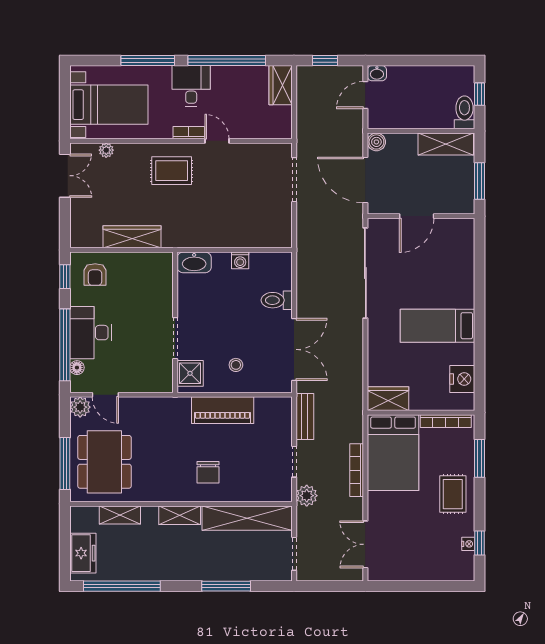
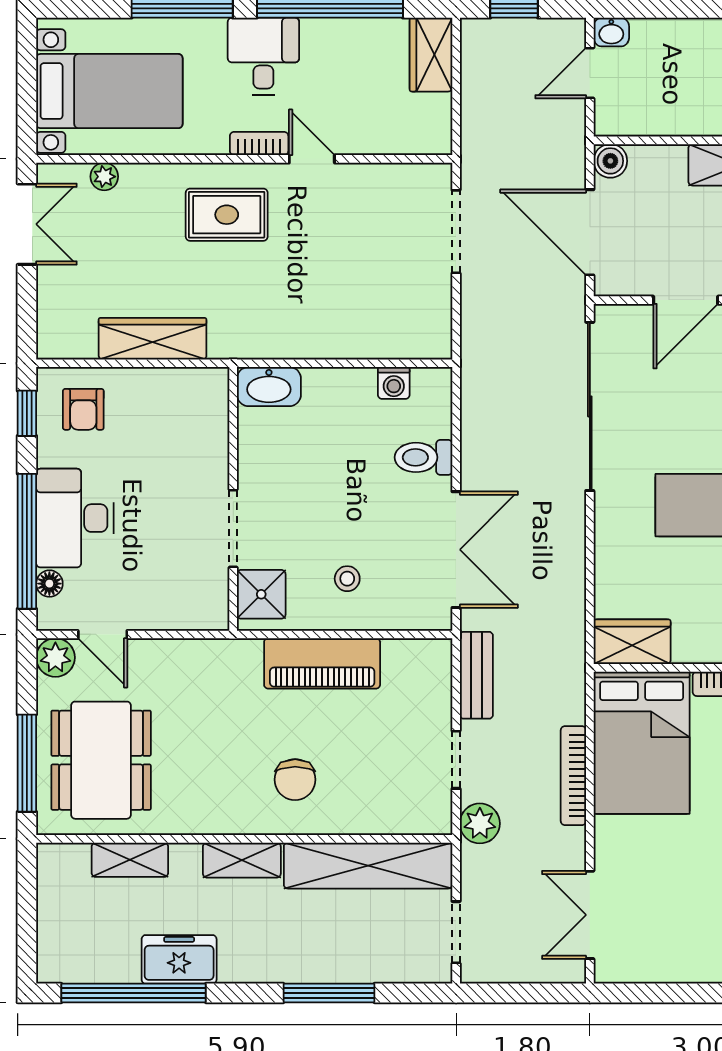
washing machine: (240, 260) -> (394, 383), moved
freezer: (83, 553) -> (179, 959), moved, turned -90

